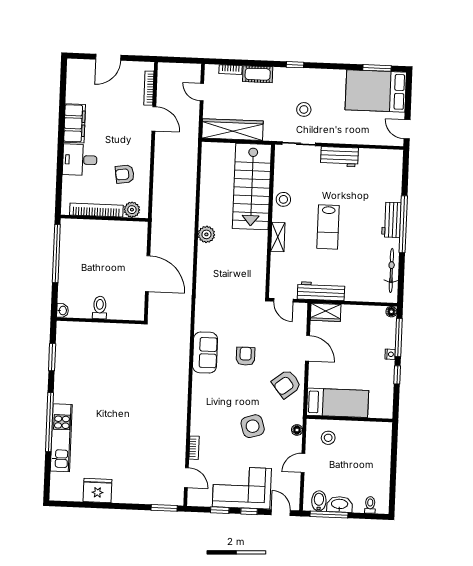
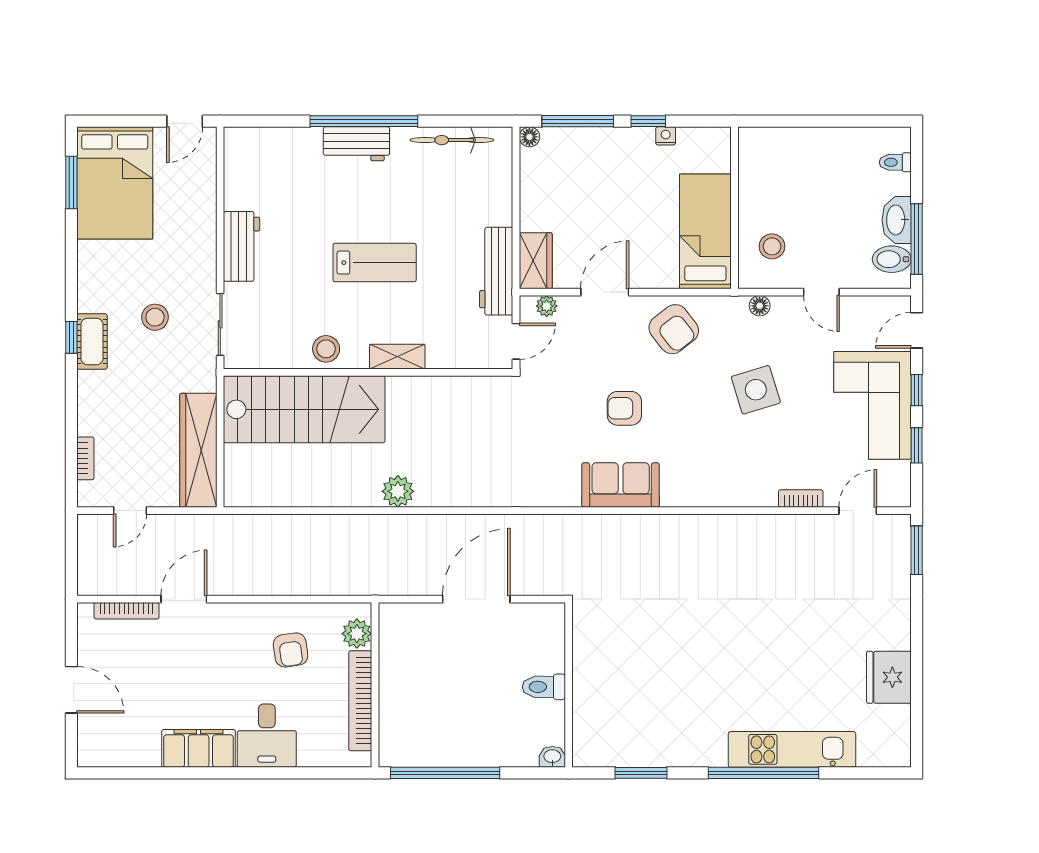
cot: (258, 74) -> (92, 341), moved
plant: (301, 317) -> (547, 306), added
nightstand: (390, 354) -> (666, 136), moved

